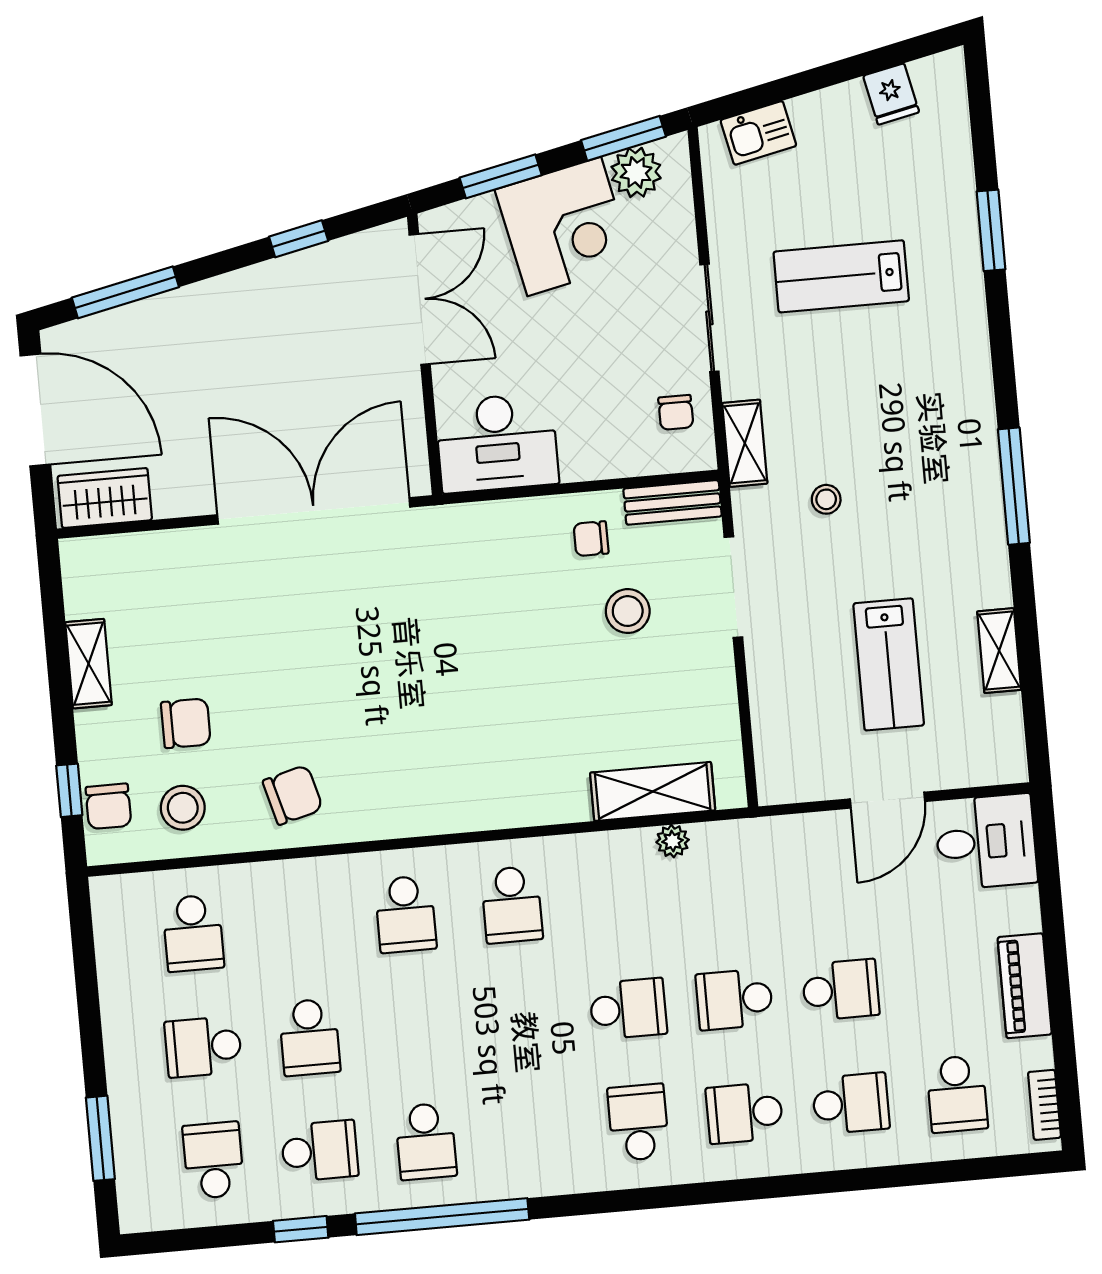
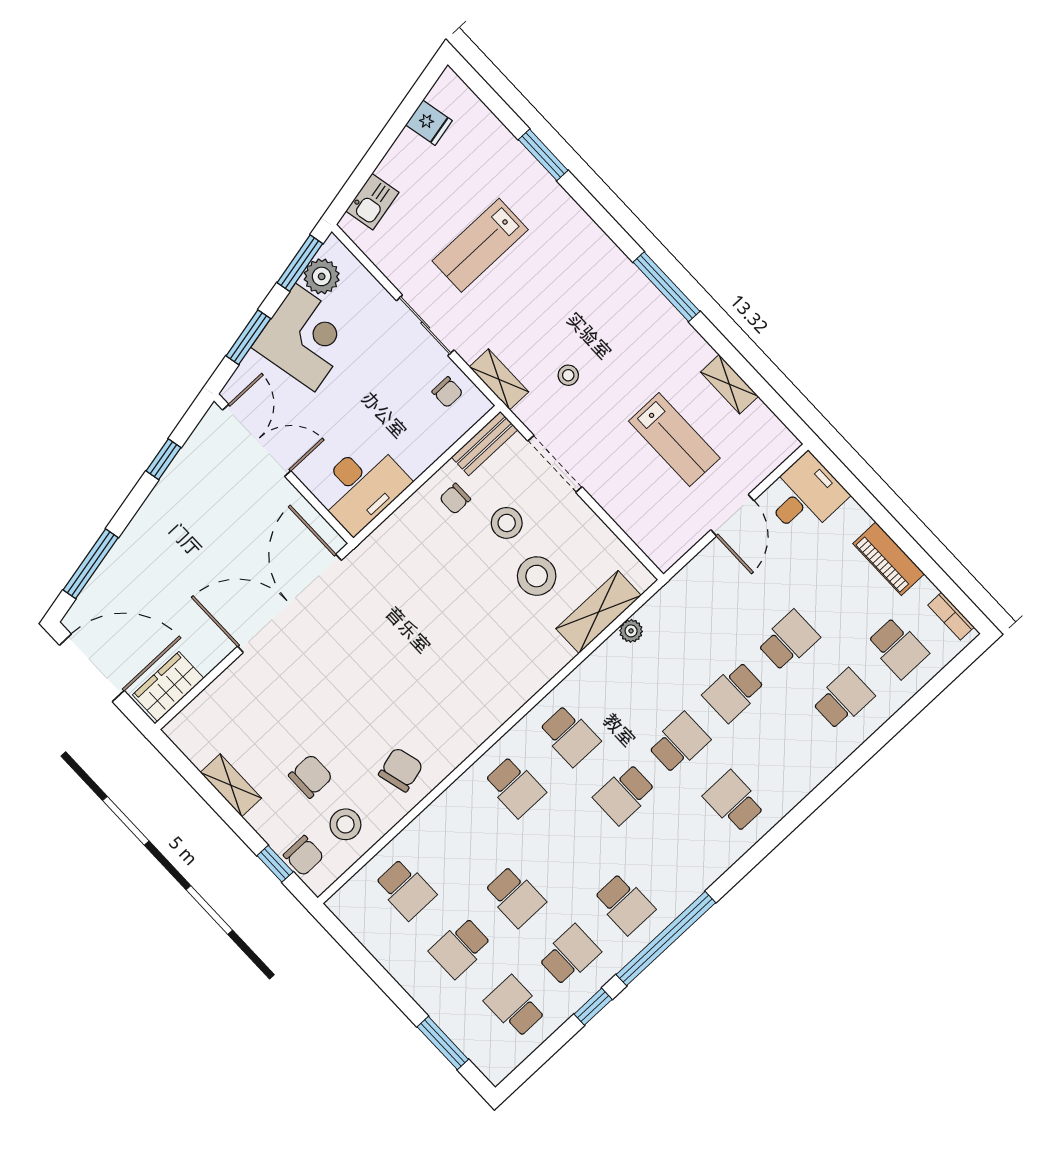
stool: (615, 697) -> (537, 576), added
school desk: (745, 1113) -> (624, 794), moved

